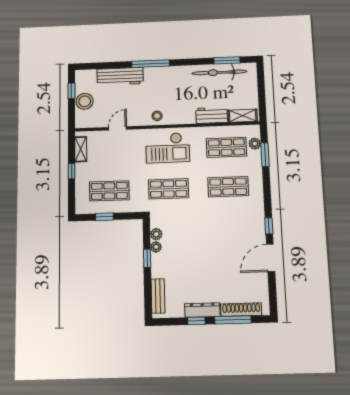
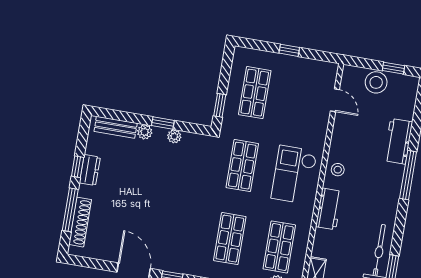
workbench: (120, 76) -> (398, 141), width x0.73
workbench: (212, 115) -> (329, 209), moved
door: (117, 128) -> (335, 100), moved
shelving: (81, 149) -> (315, 67), removed
window: (104, 217) -> (220, 105), moved
plant: (156, 234) -> (145, 132), moved
dresser: (202, 310) -> (90, 170), width x0.70

